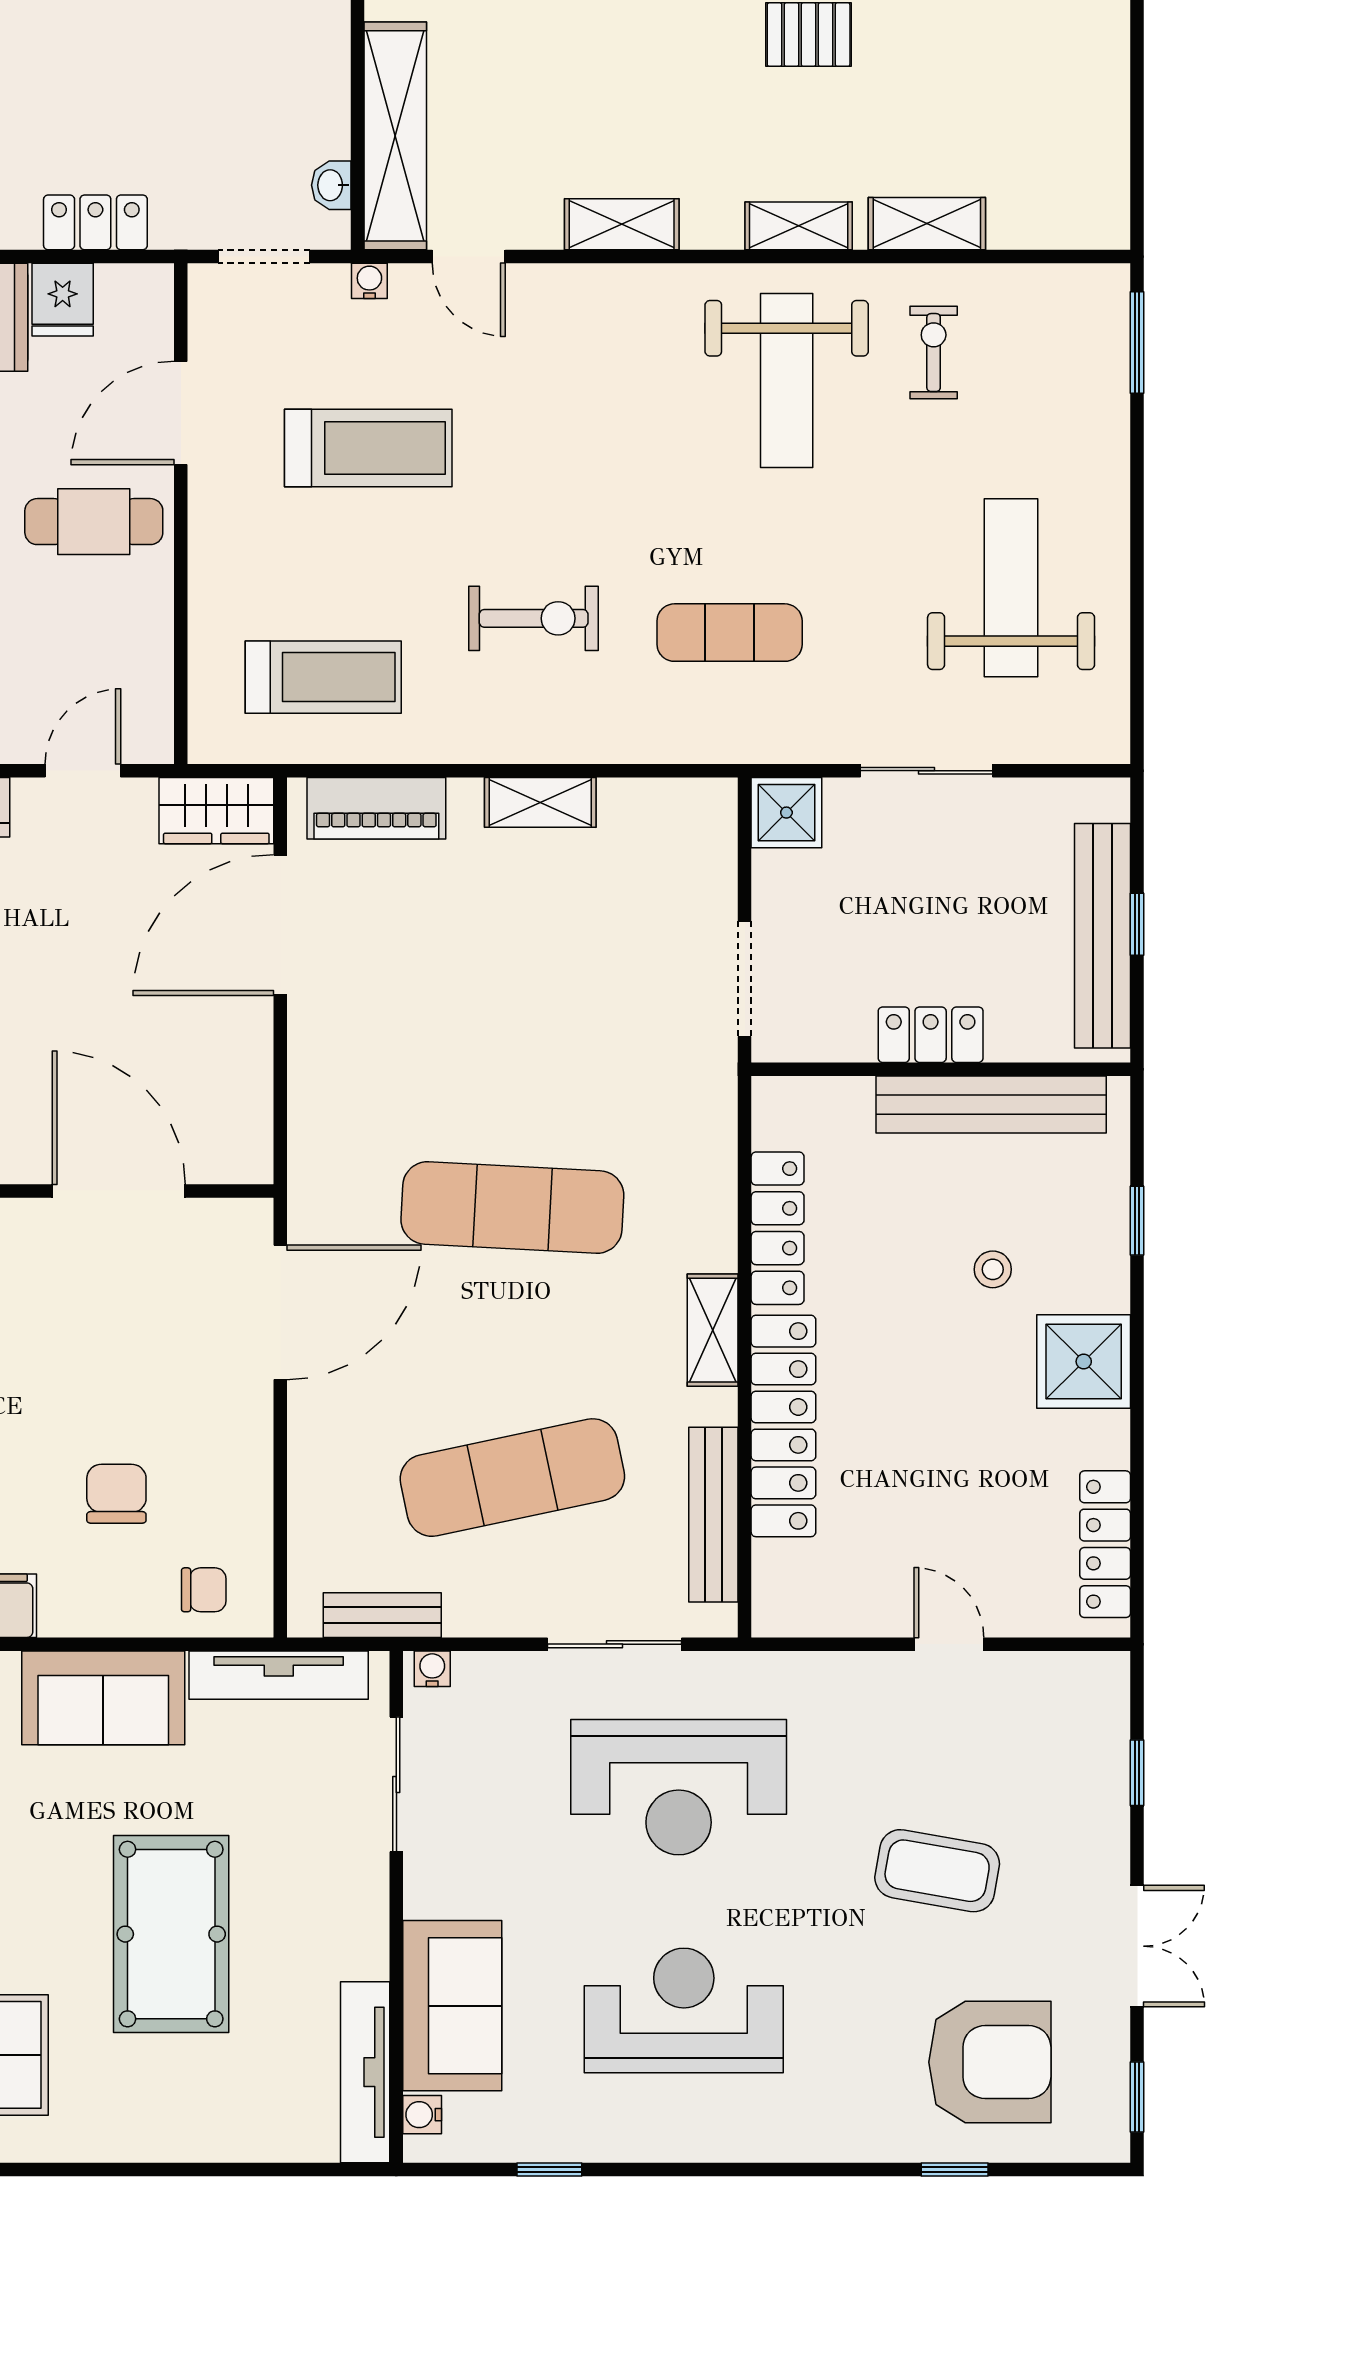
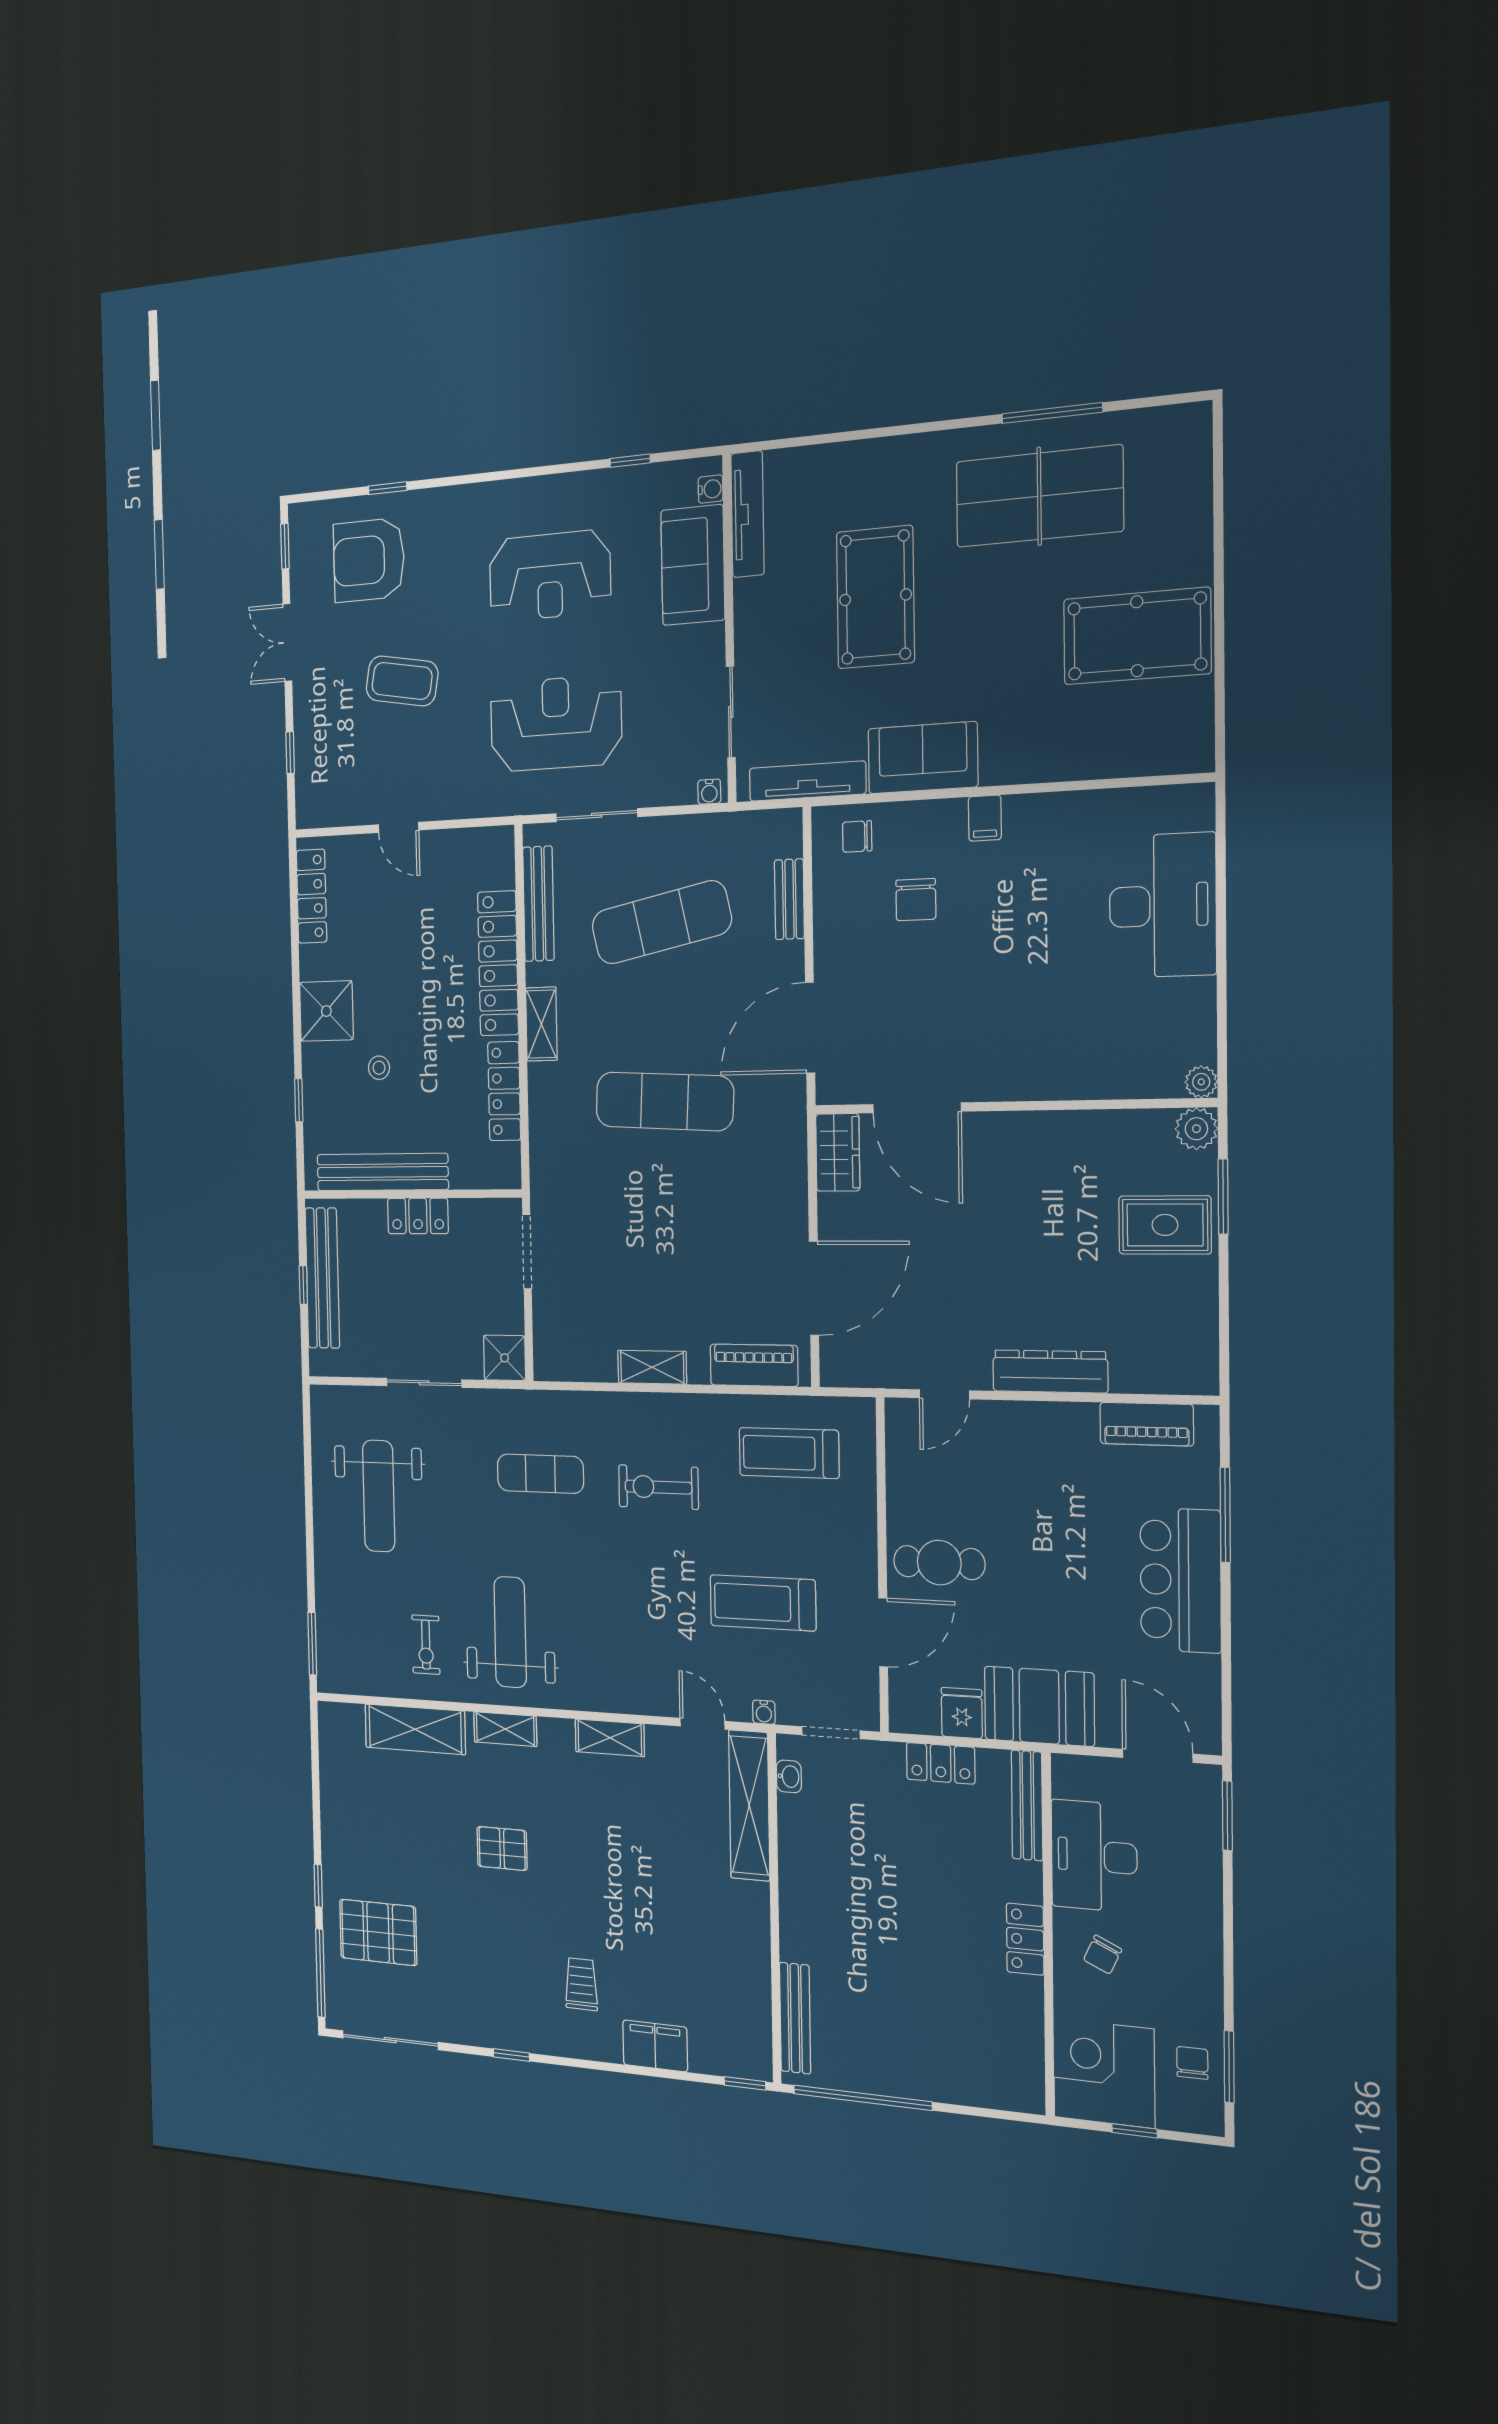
shelving: (927, 224) -> (415, 1729), width x1.50, depth x1.33
wardrobe: (216, 811) -> (838, 1152), moved, turned 90
bench: (382, 1615) -> (789, 899), moved, turned 90

